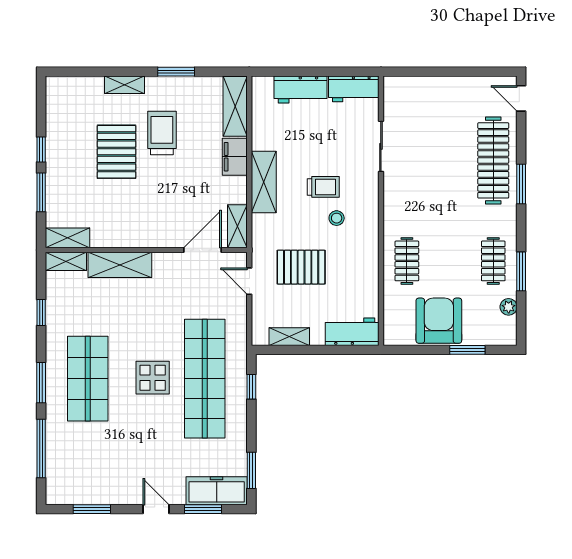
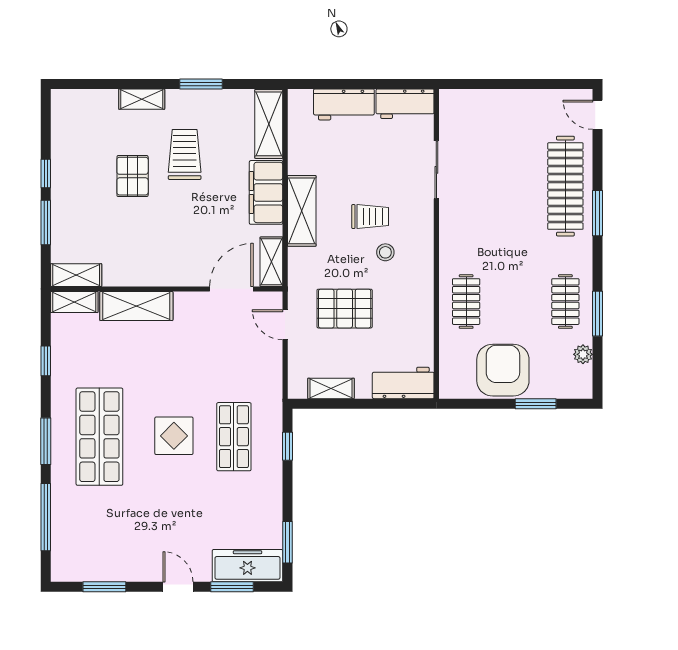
pallet: (117, 152) -> (133, 176), width x0.67, depth x0.71
filing cabinet: (235, 157) -> (266, 192), width x1.50, depth x1.17
shop shelf: (205, 379) -> (234, 437), width x0.50, depth x0.74

